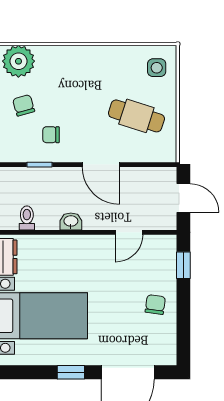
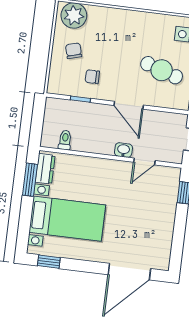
washbasin: (71, 221) -> (123, 150), moved
chair: (155, 304) -> (158, 221), removed
window: (71, 372) -> (49, 262), moved

